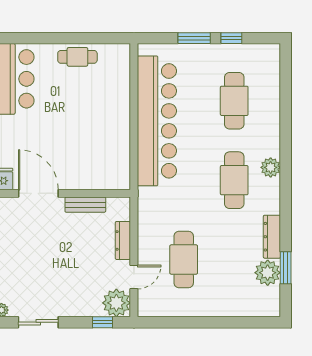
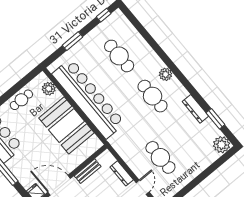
window: (231, 38) -> (104, 15), moved
plant: (120, 70) -> (49, 89), added
booth: (105, 131) -> (67, 125), added
plant: (268, 273) -> (222, 145), moved

